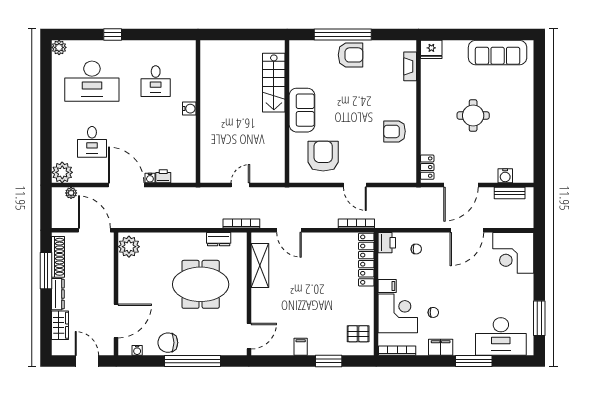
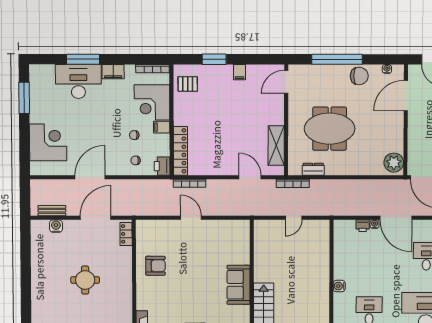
armchair: (323, 156) -> (219, 244), removed
corner desk: (513, 253) -> (48, 142), moved
chair: (433, 312) -> (134, 135), moved
desk: (501, 336) -> (78, 81), moved

